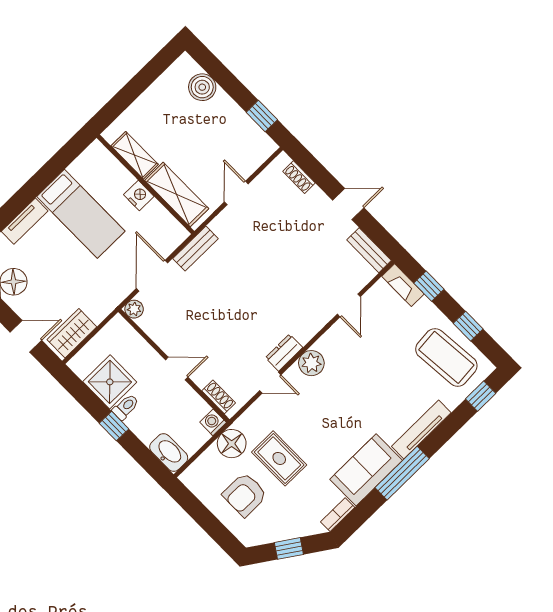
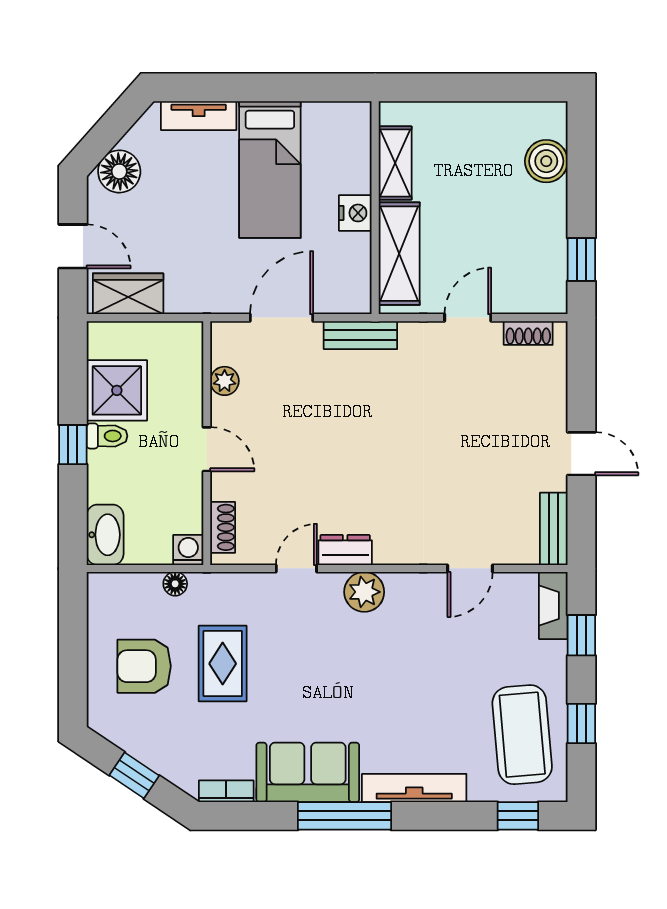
shoe rack: (299, 177) -> (528, 333), moved, turned -90
plant: (134, 309) -> (225, 381), moved
door: (270, 383) -> (296, 568), swing flipped
floor lamp: (232, 444) -> (175, 584), width x0.53, depth x0.53

